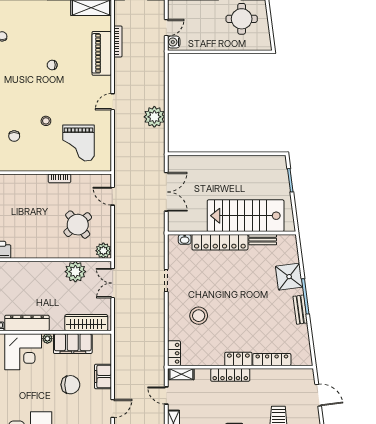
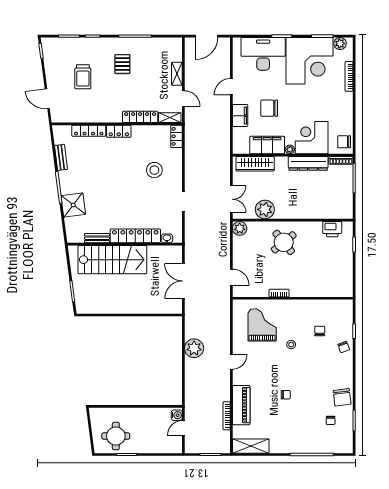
round table: (78, 225) -> (284, 242), moved
bench: (300, 310) -> (61, 157), moved
locker: (230, 375) -> (140, 117), moved

